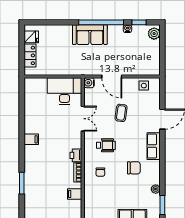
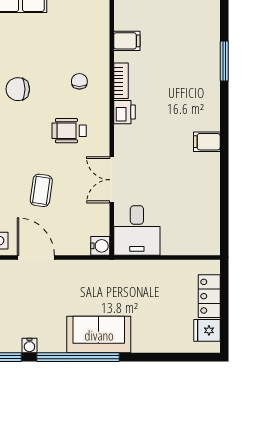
door: (112, 76) -> (36, 257), moved
desk: (64, 91) -> (137, 230), width x0.73

